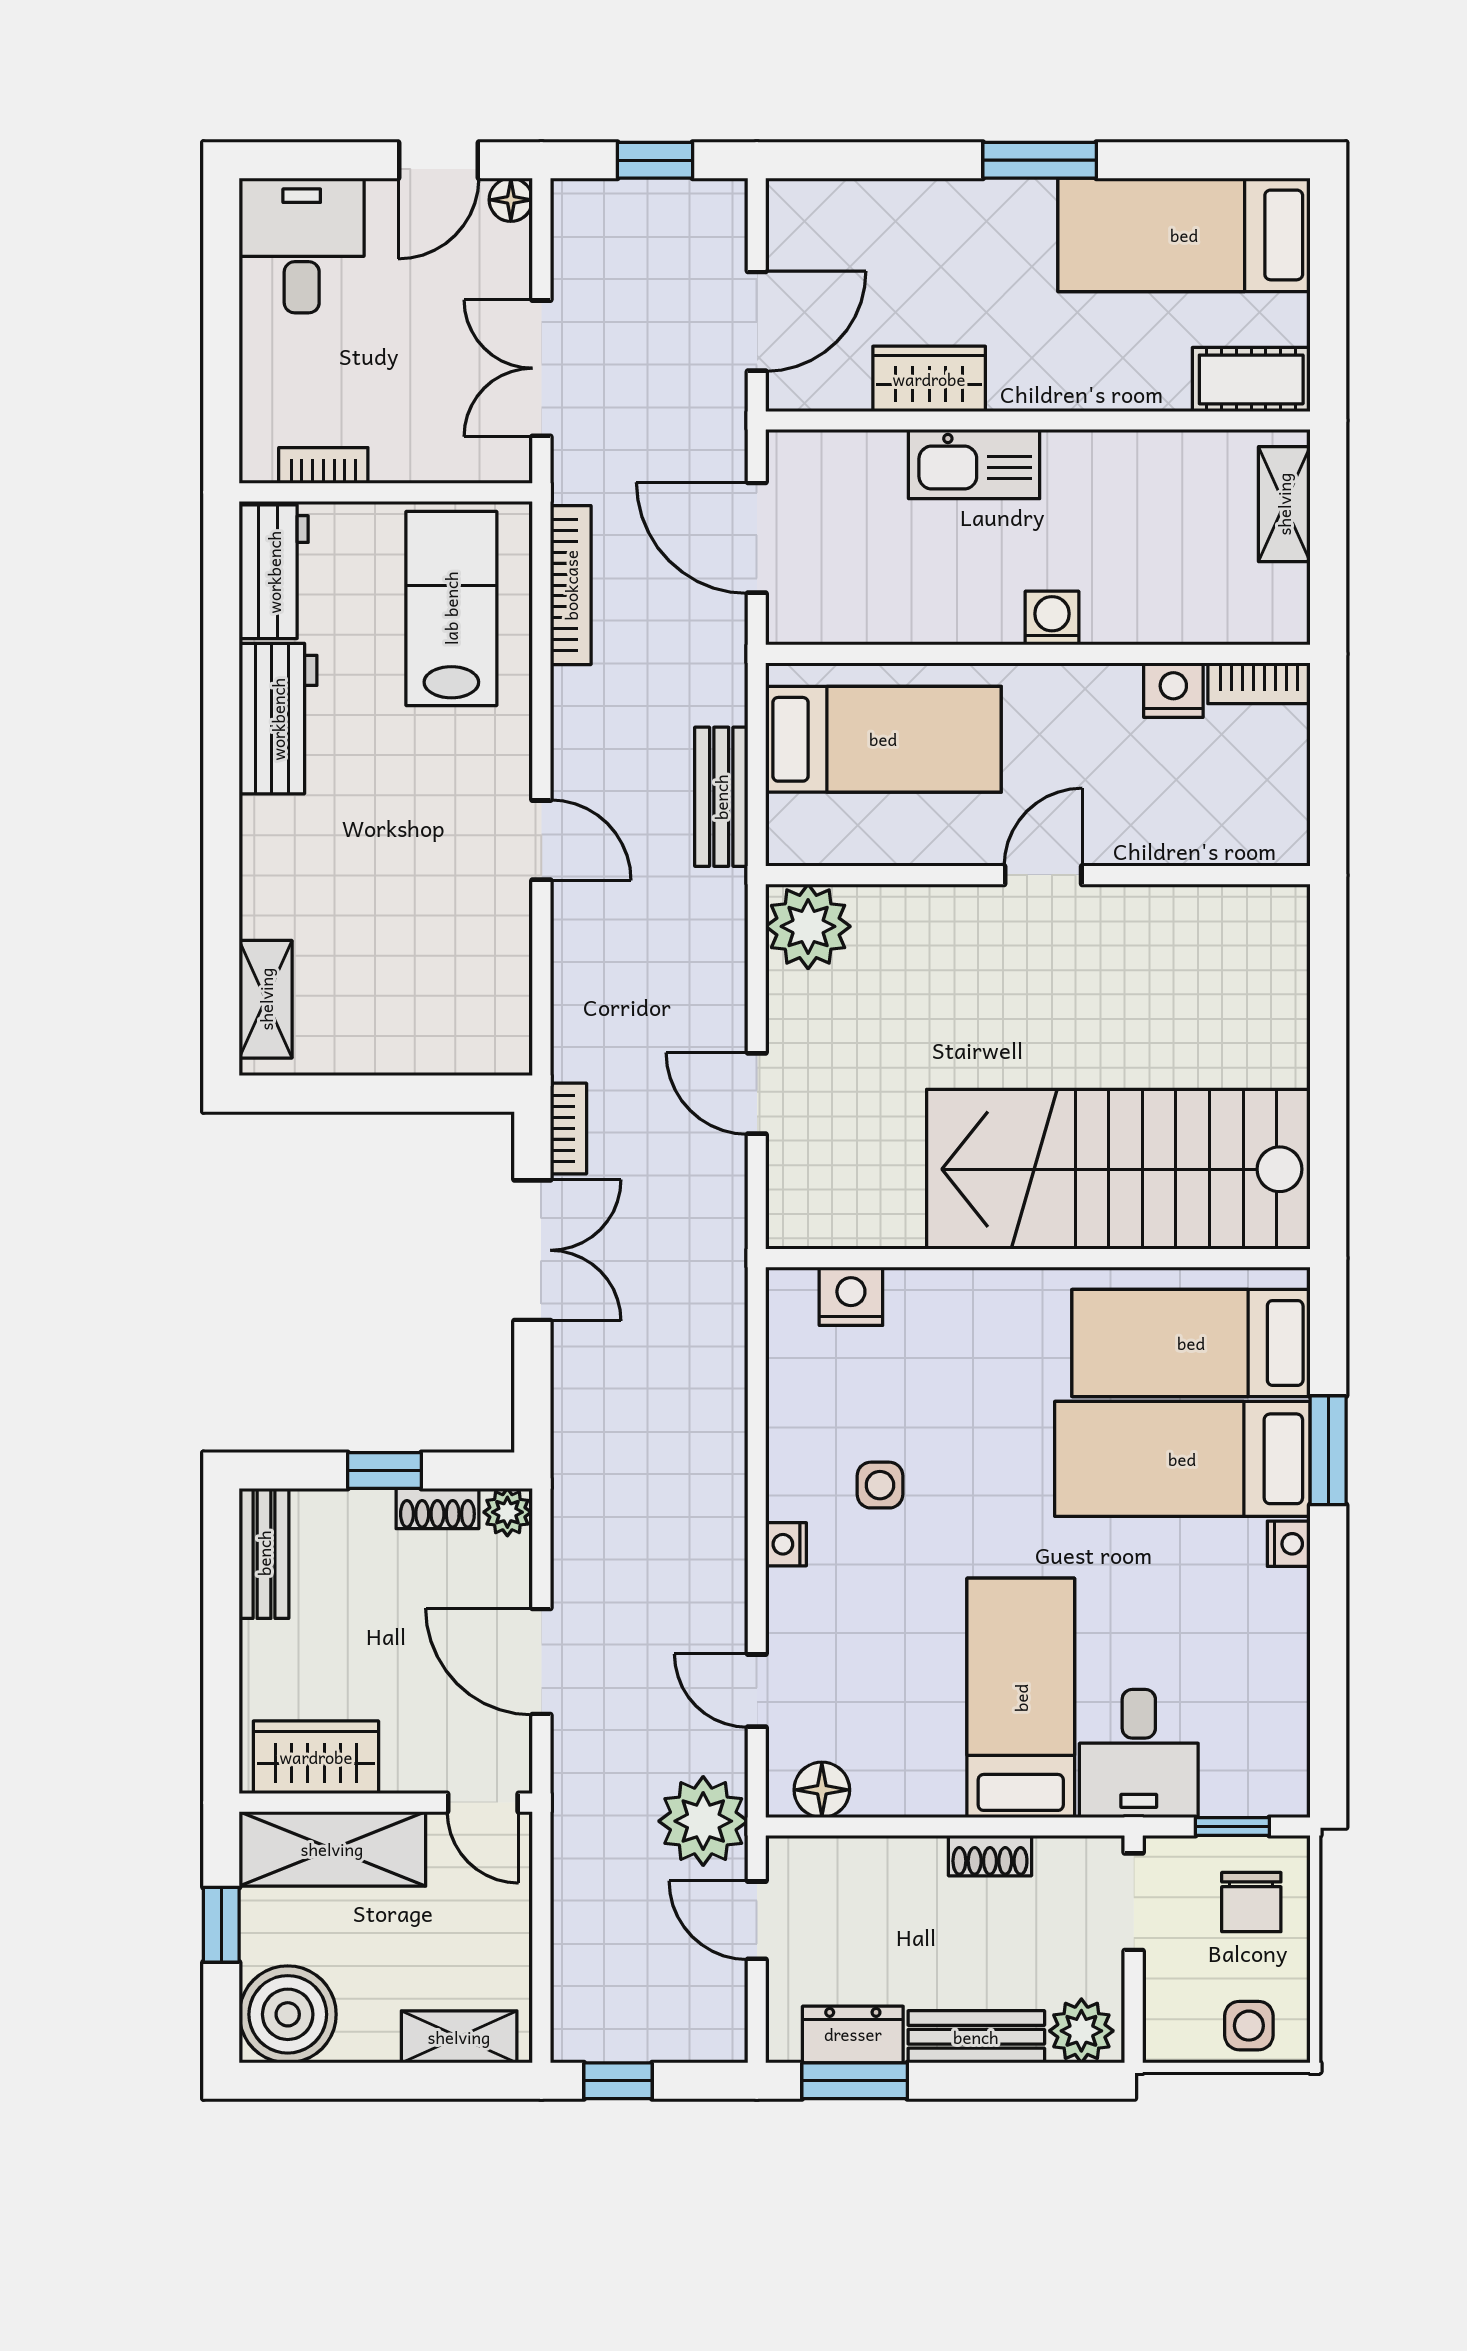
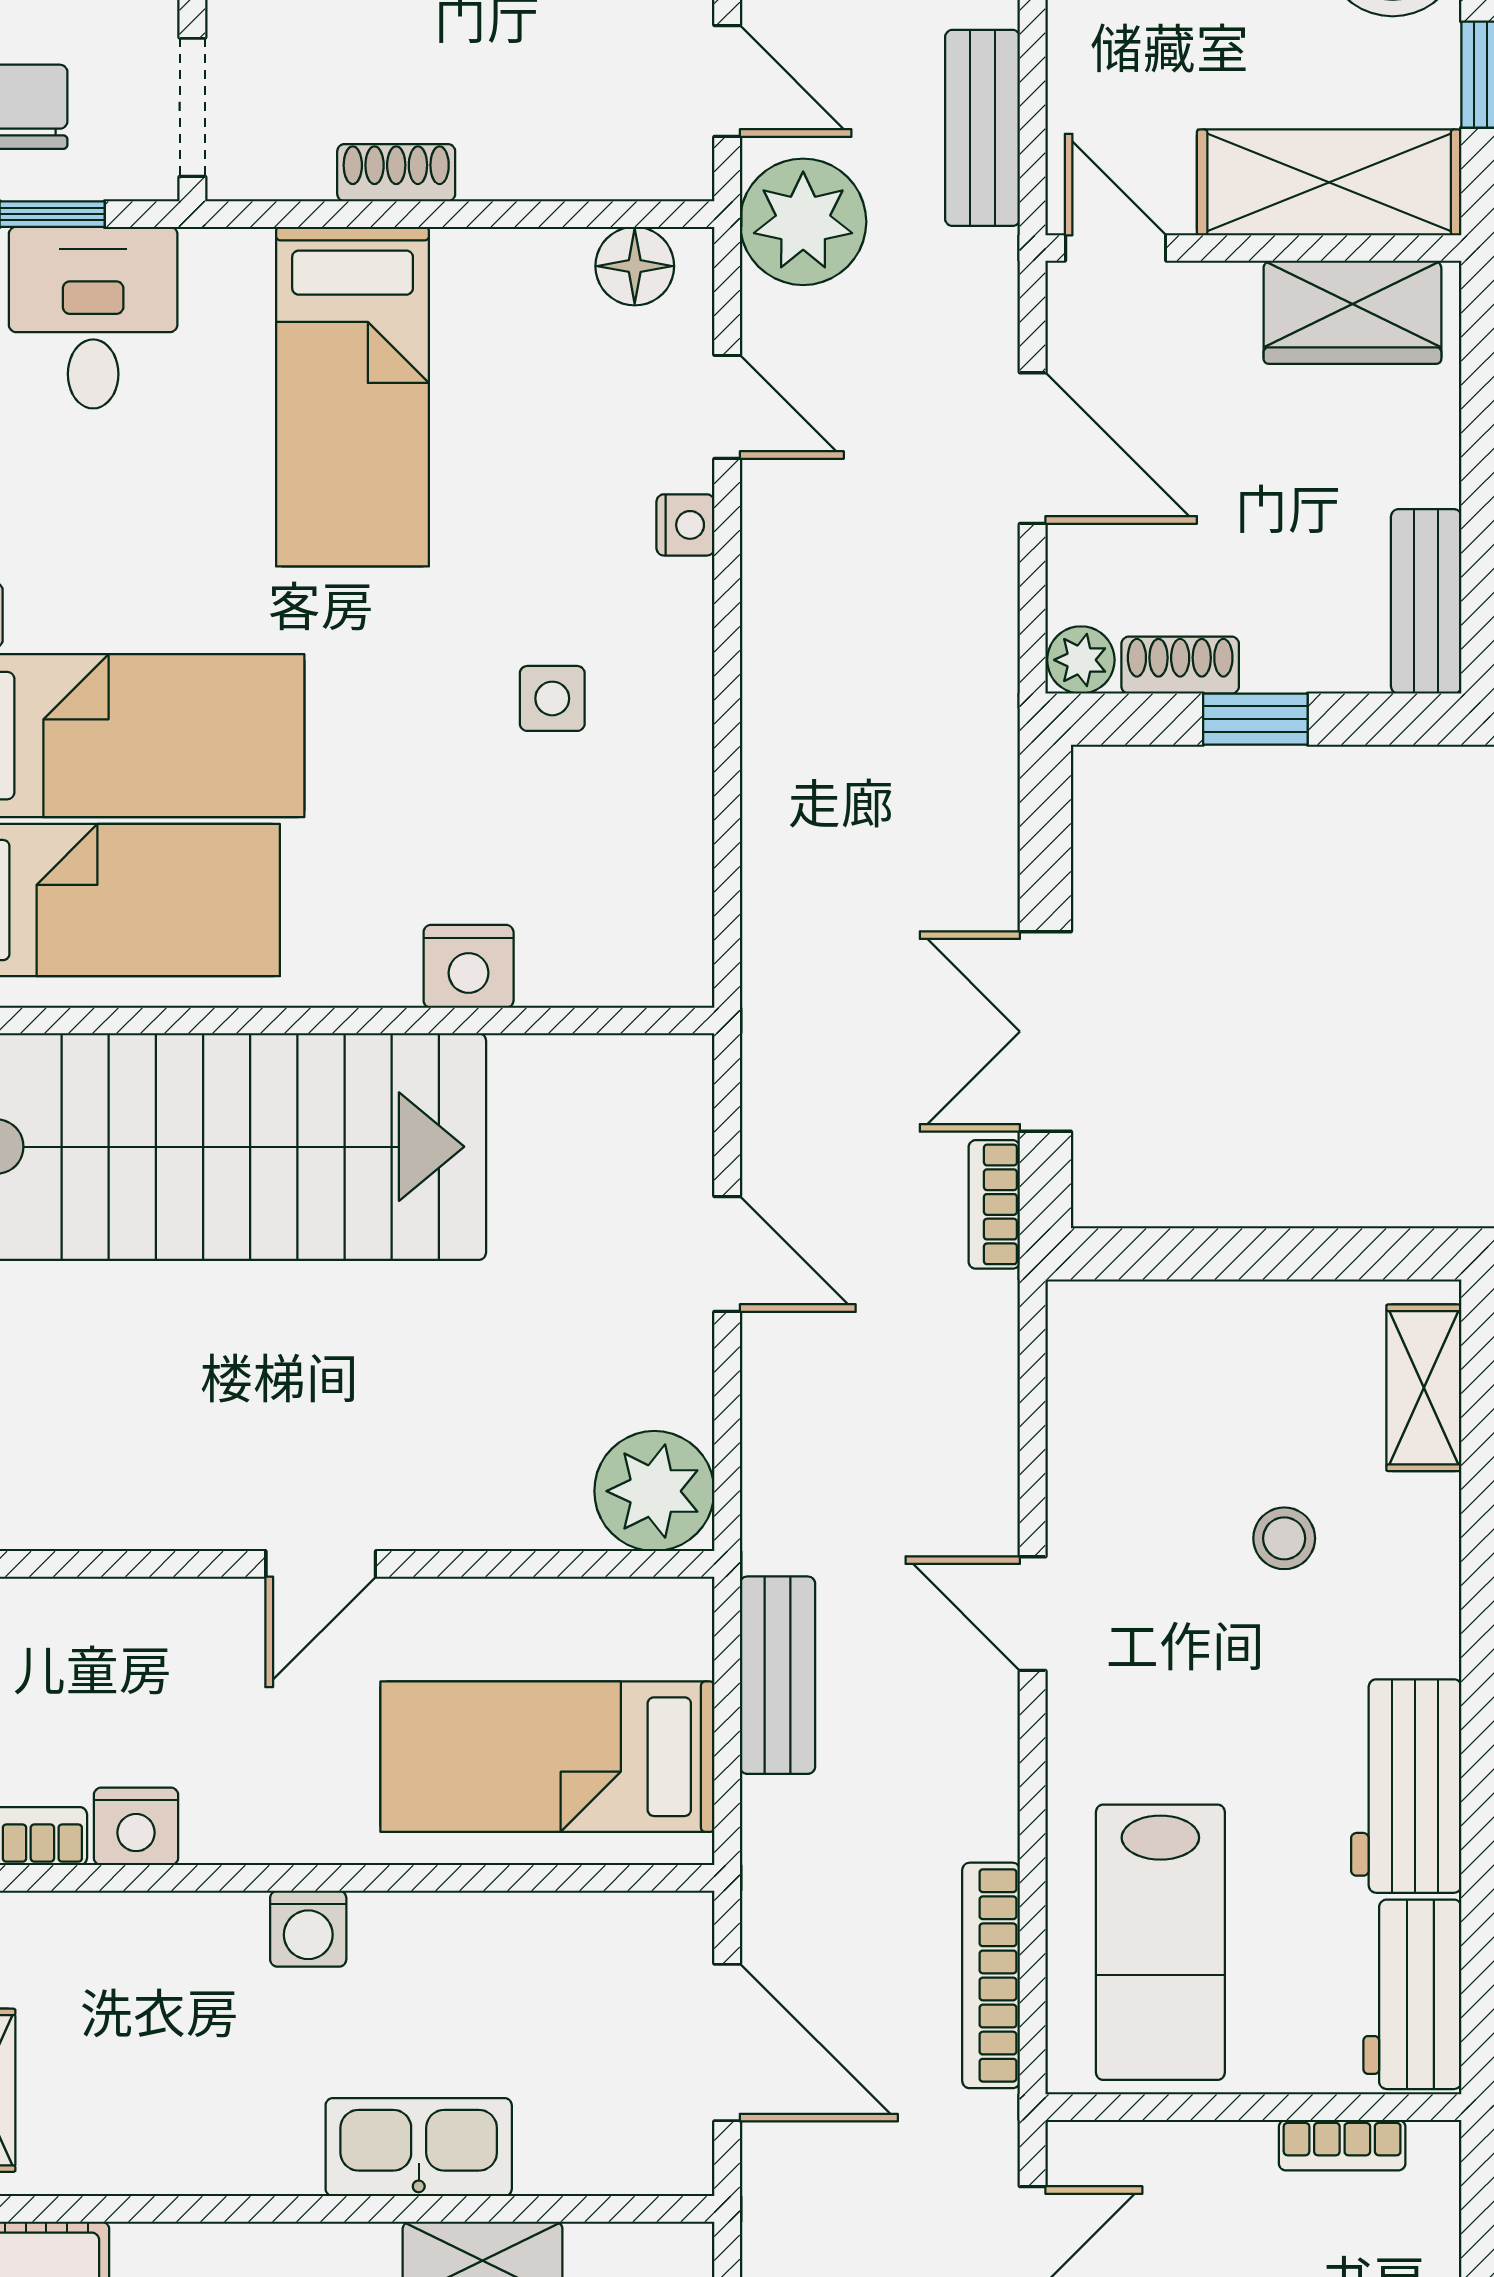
stool: (364, 893) -> (1284, 1538), added
nightstand: (851, 1296) -> (469, 966), moved
nightstand: (786, 1544) -> (685, 525), moved
desk: (1139, 1753) -> (93, 318), moved
bench: (577, 1887) -> (983, 128), added

